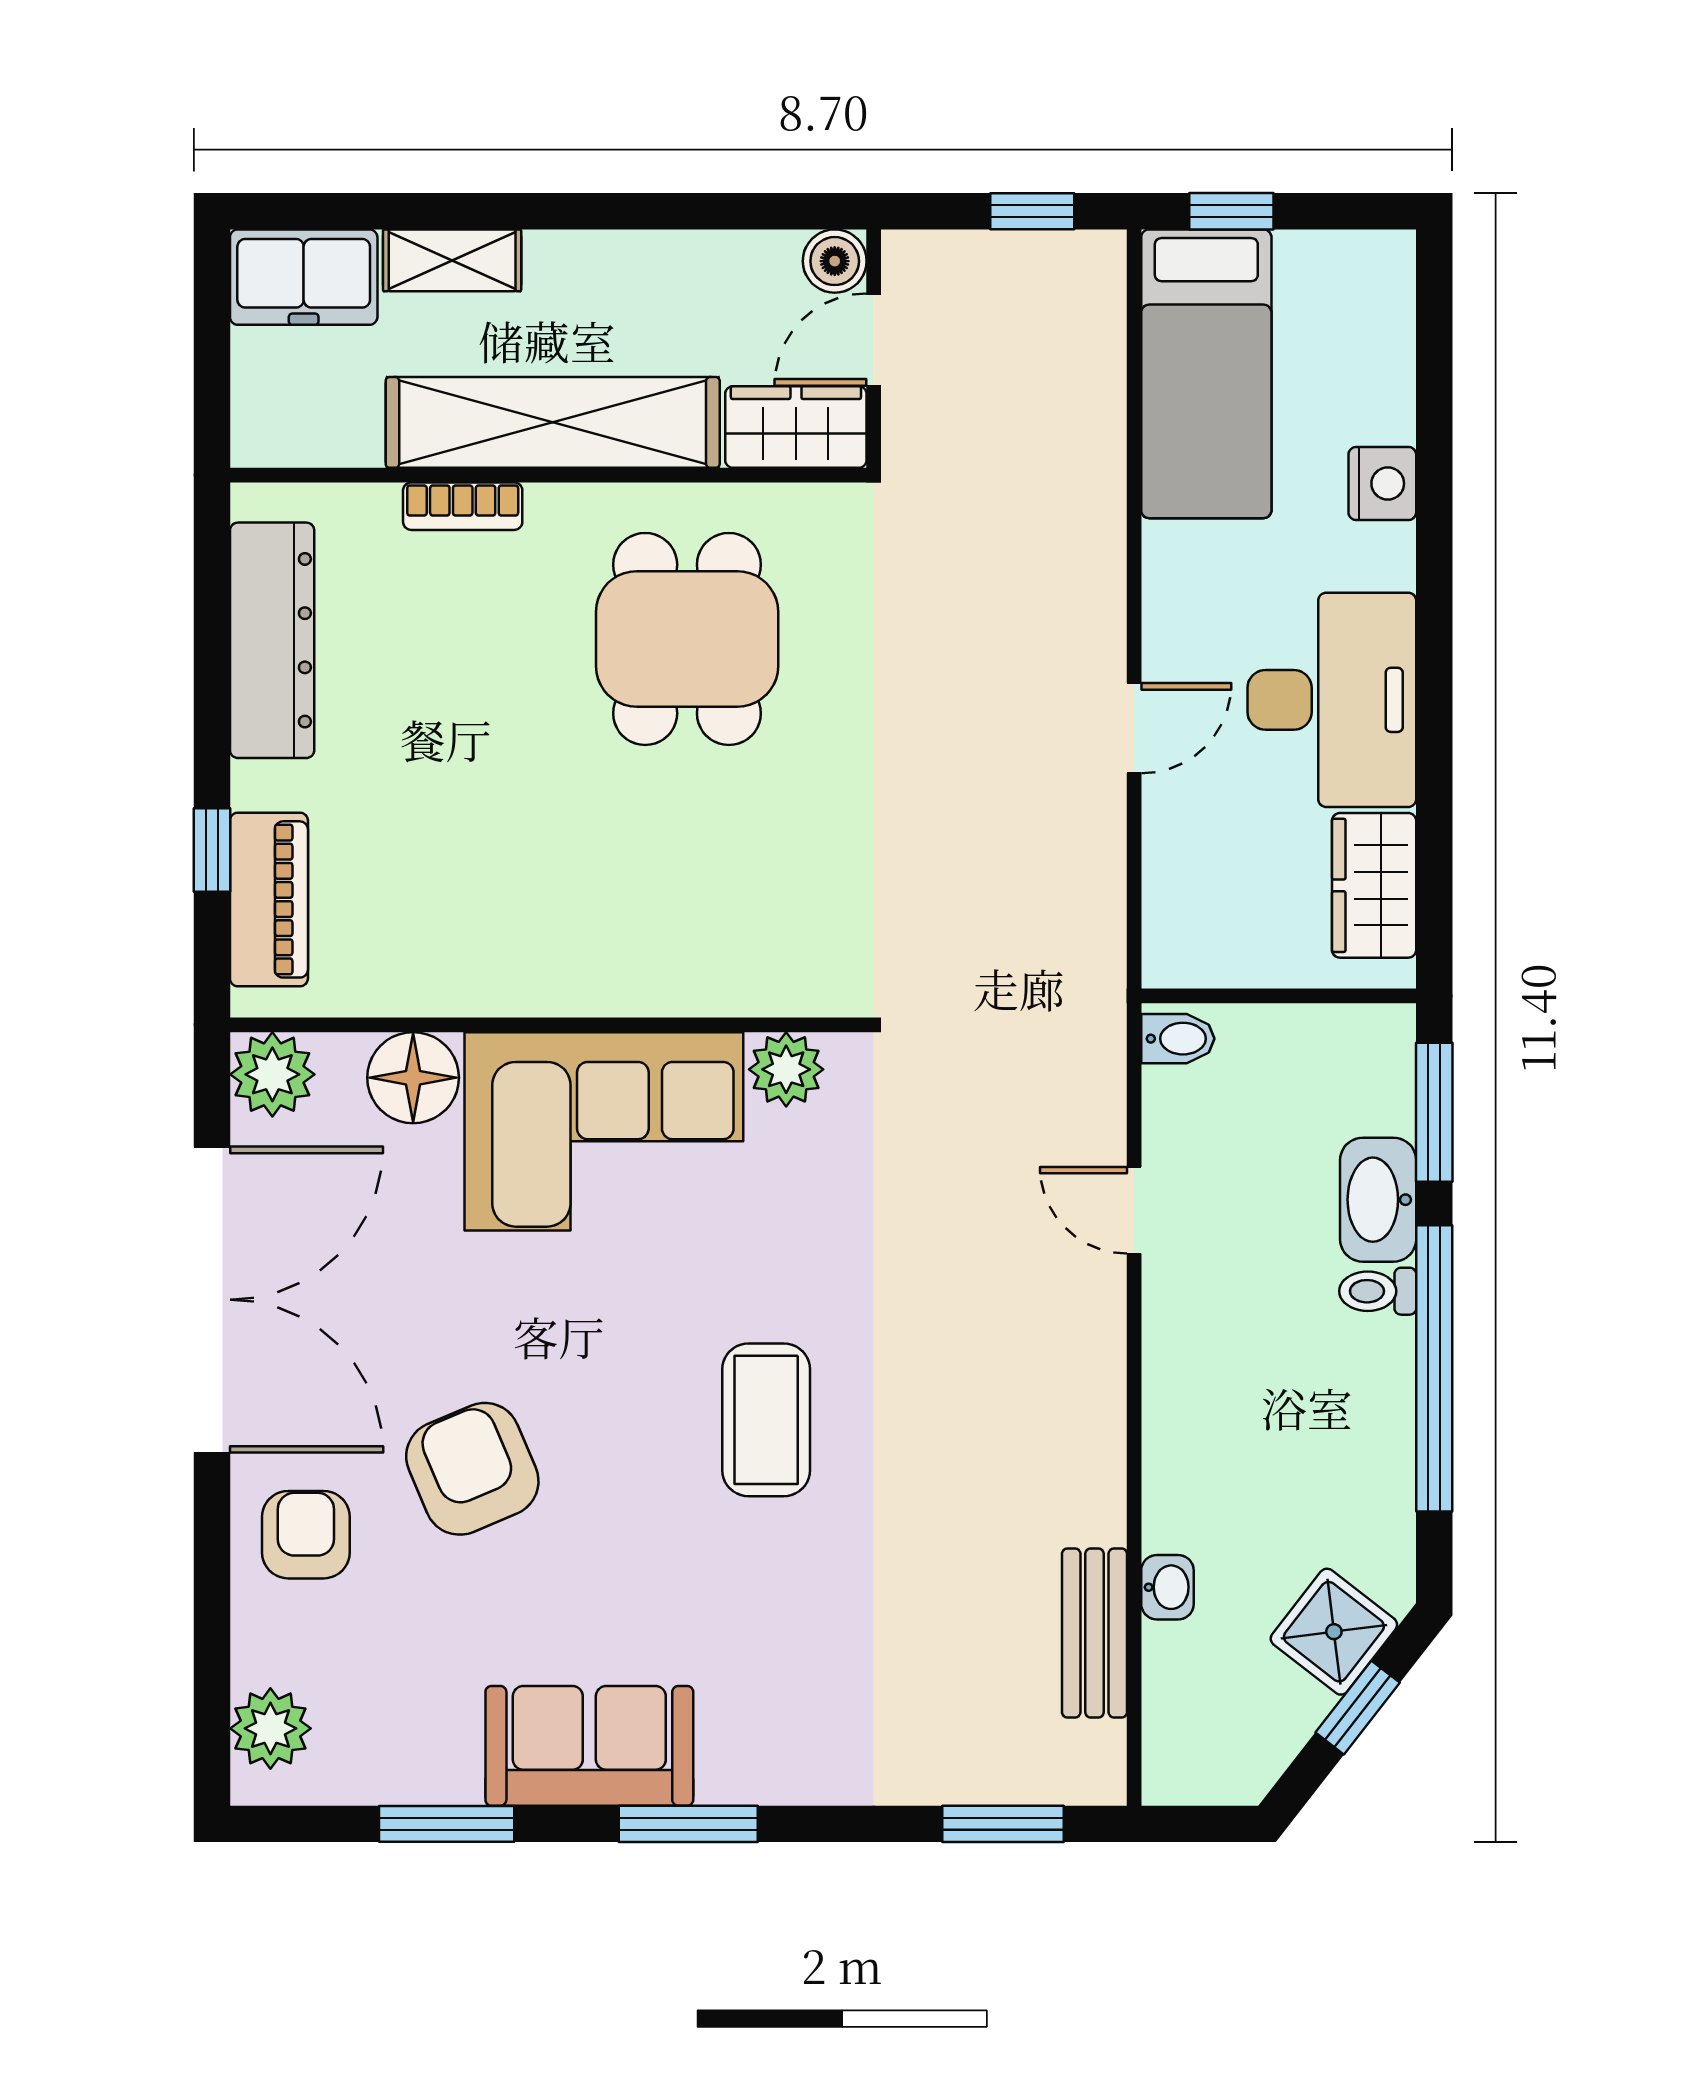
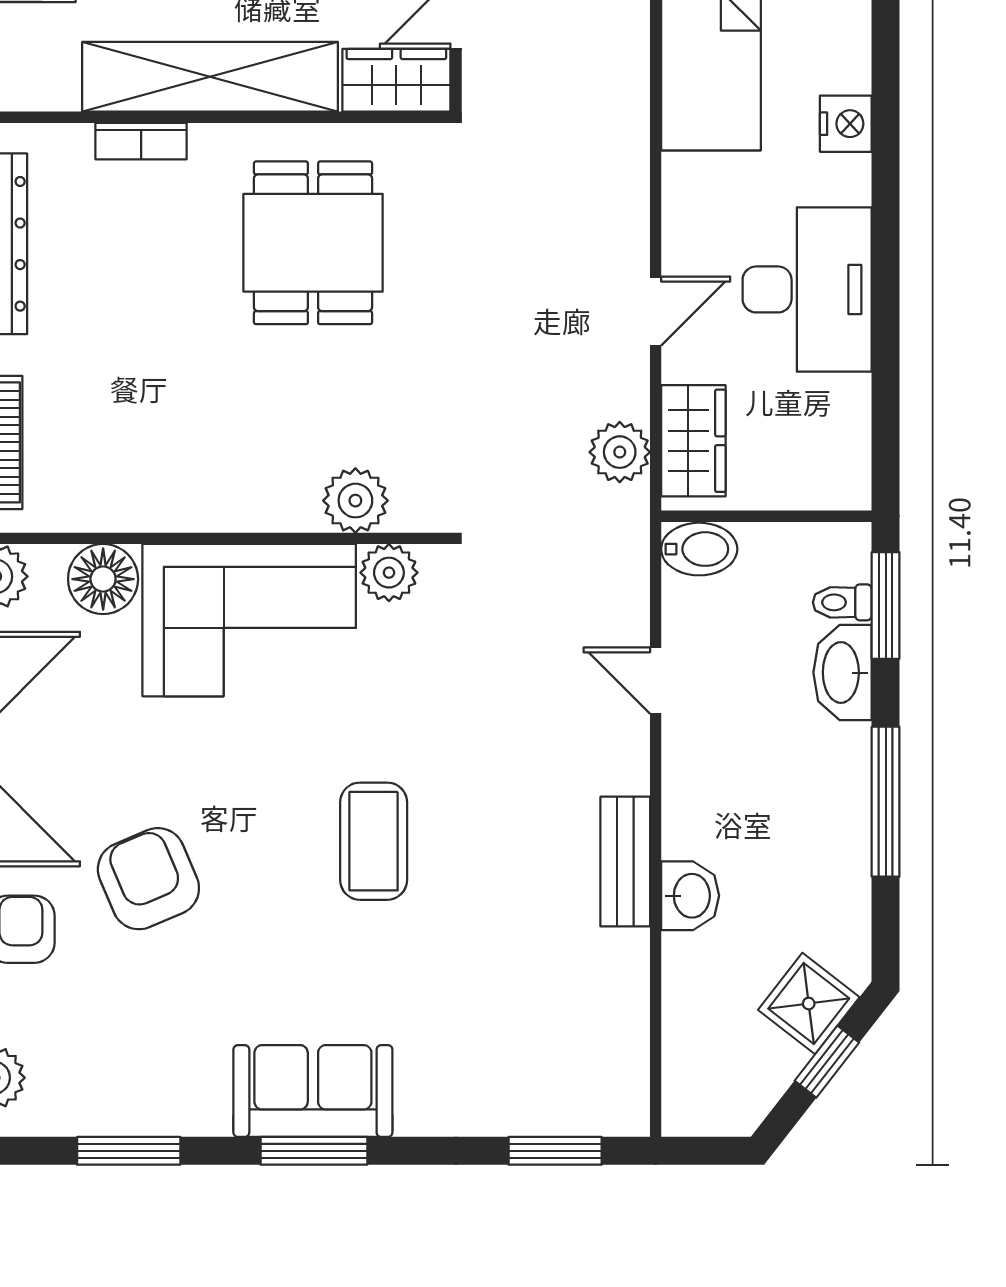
wardrobe: (1374, 885) -> (693, 441), moved, turned 180
plant: (1087, 912) -> (620, 452), added
plant: (742, 975) -> (355, 501), added
bidet: (1178, 1039) -> (699, 549), width x1.38, depth x1.36
toilet: (1378, 1291) -> (842, 602), moved
window: (1434, 1368) -> (886, 802), width x0.68
washbasin: (1167, 1587) -> (690, 896), moved, width x1.38, depth x1.45
bench: (1095, 1633) -> (625, 862), moved
sofa: (589, 1746) -> (313, 1091), moved

